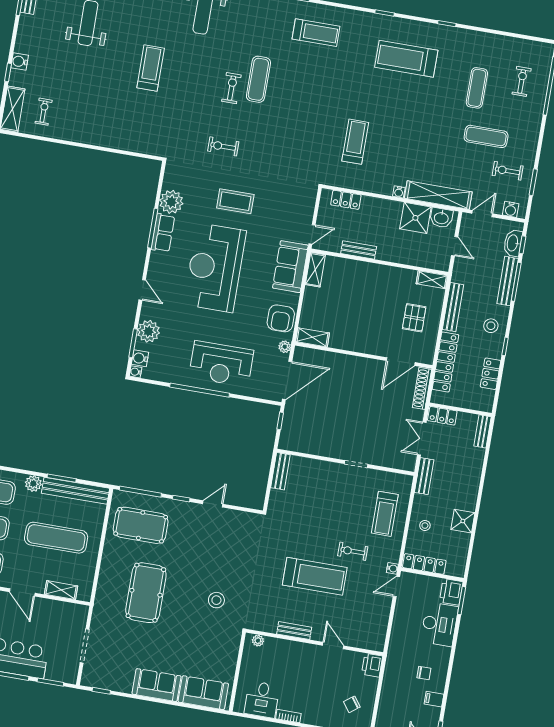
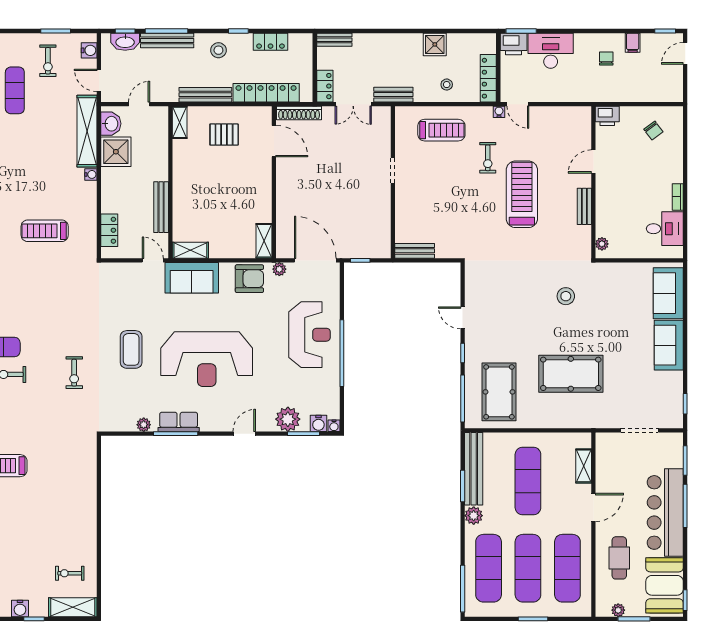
plant: (171, 202) -> (144, 425), width x0.53, depth x0.53
bench: (359, 250) -> (161, 207), width x1.36

